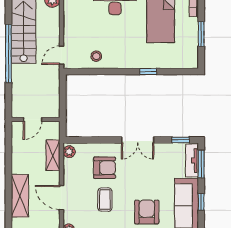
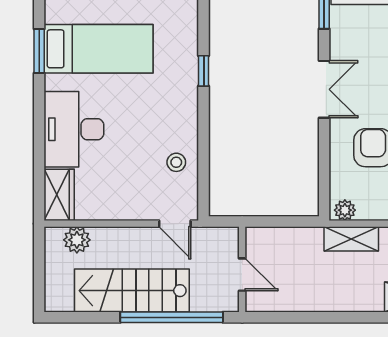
door: (33, 119) -> (242, 275), moved
wall: (36, 119) -> (242, 269), moved

